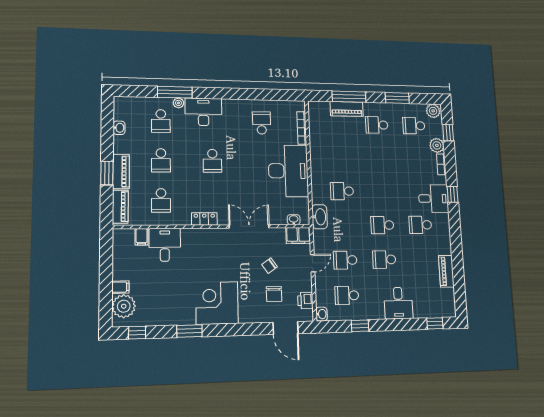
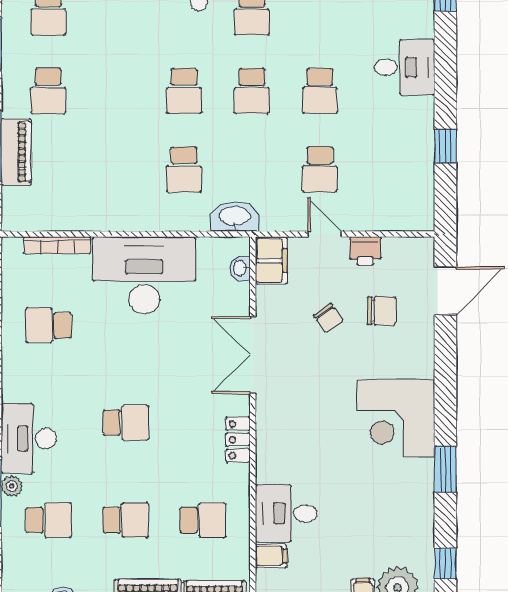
school desk: (347, 295) -> (184, 91), moved
printer: (305, 301) -> (365, 251), moved
washbasin: (321, 314) -> (421, 221), removed

